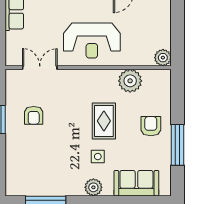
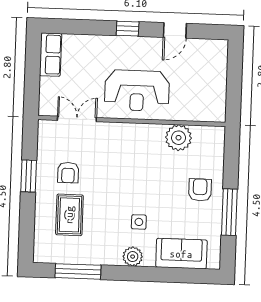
plant: (163, 58) -> (216, 113), removed
rug: (104, 121) -> (69, 215), moved

